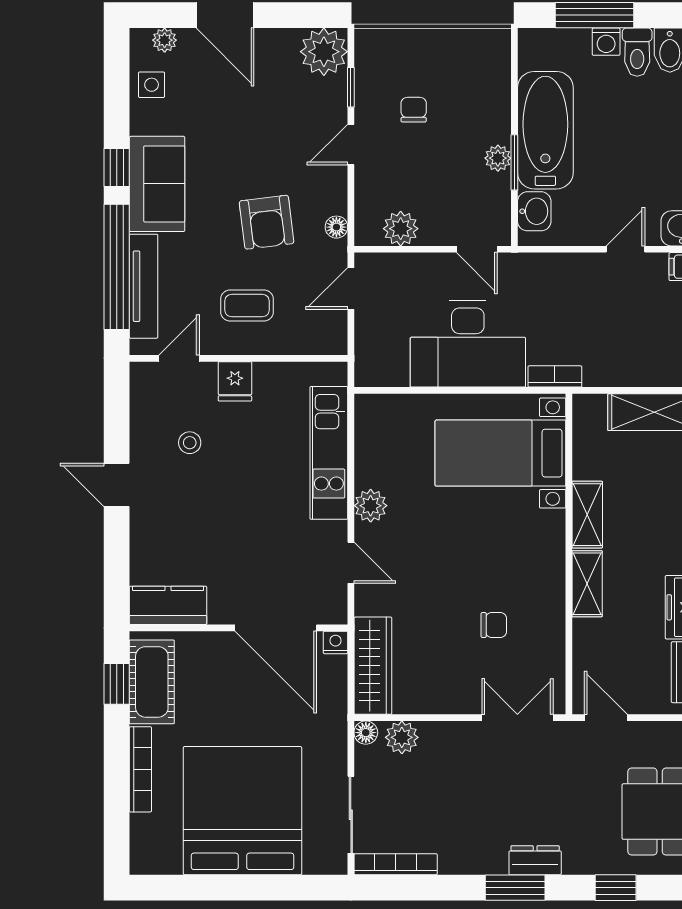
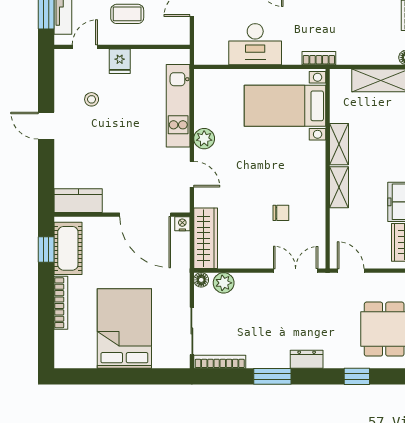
desk: (468, 344) -> (255, 44), width x0.73, depth x0.77
bed: (242, 811) -> (124, 329), width x0.73
window: (515, 888) -> (272, 376), moved

